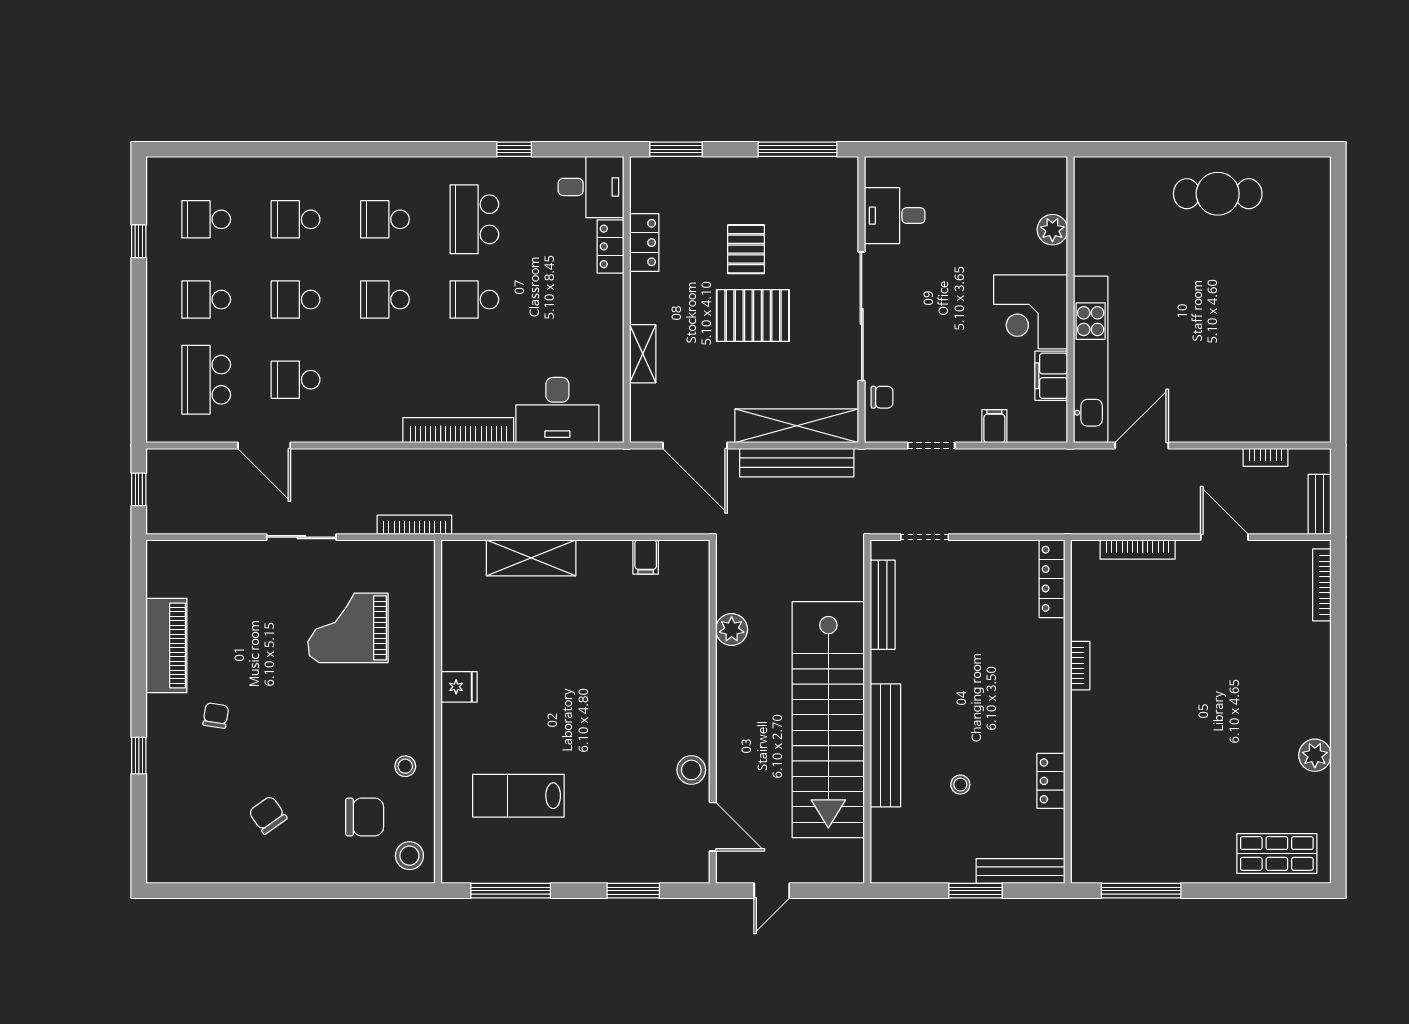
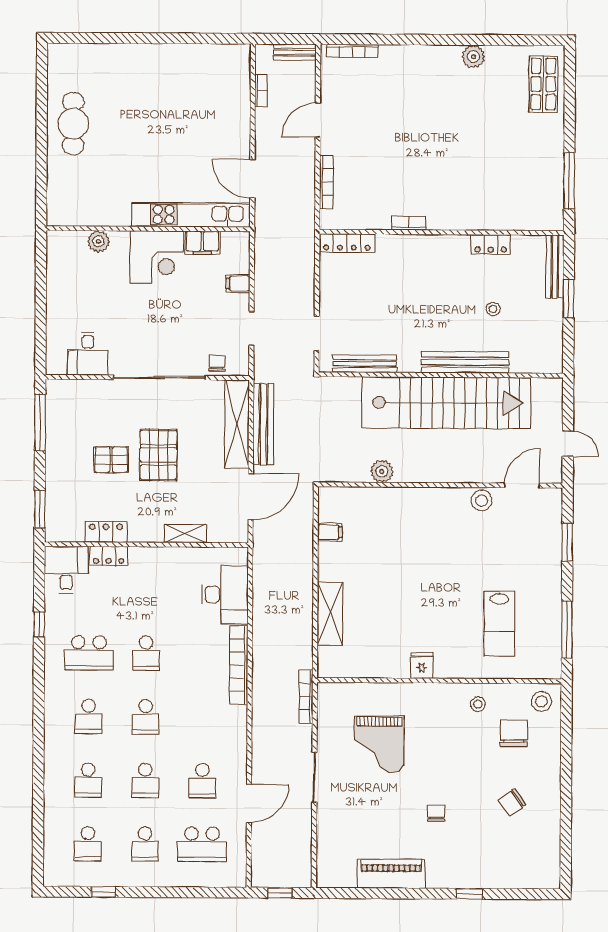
chair: (216, 716) -> (436, 813), moved, turned 81

